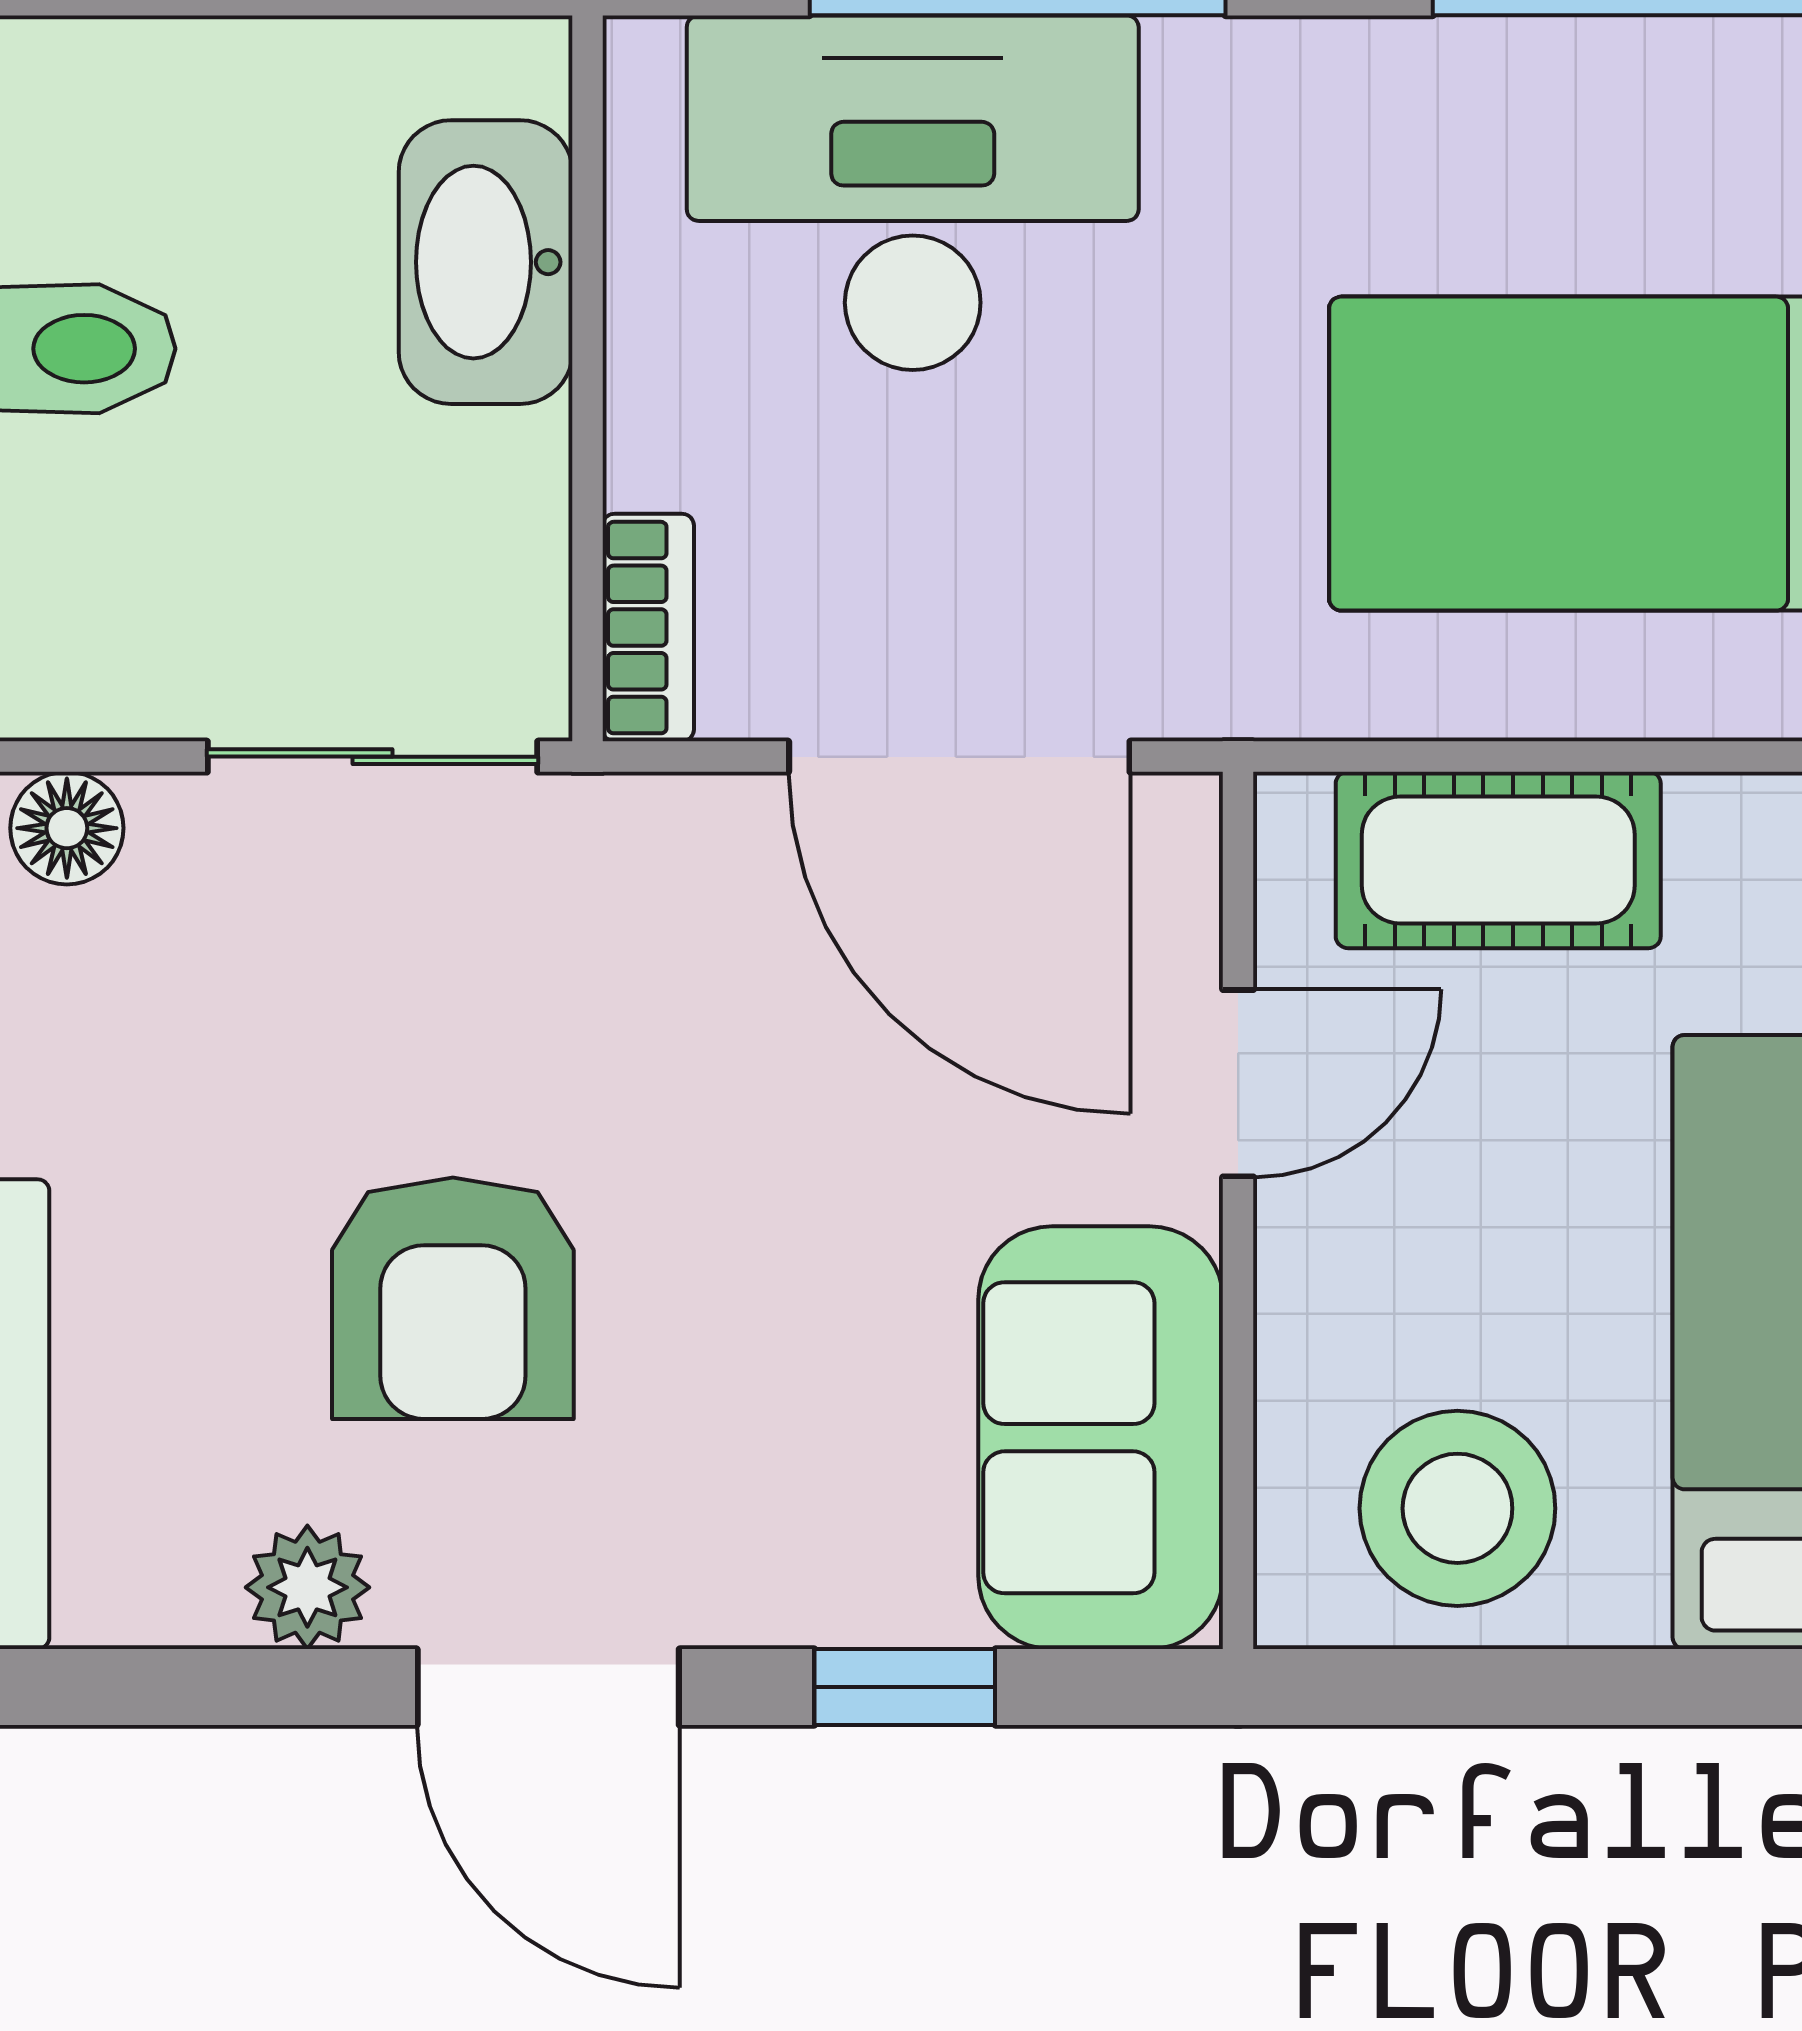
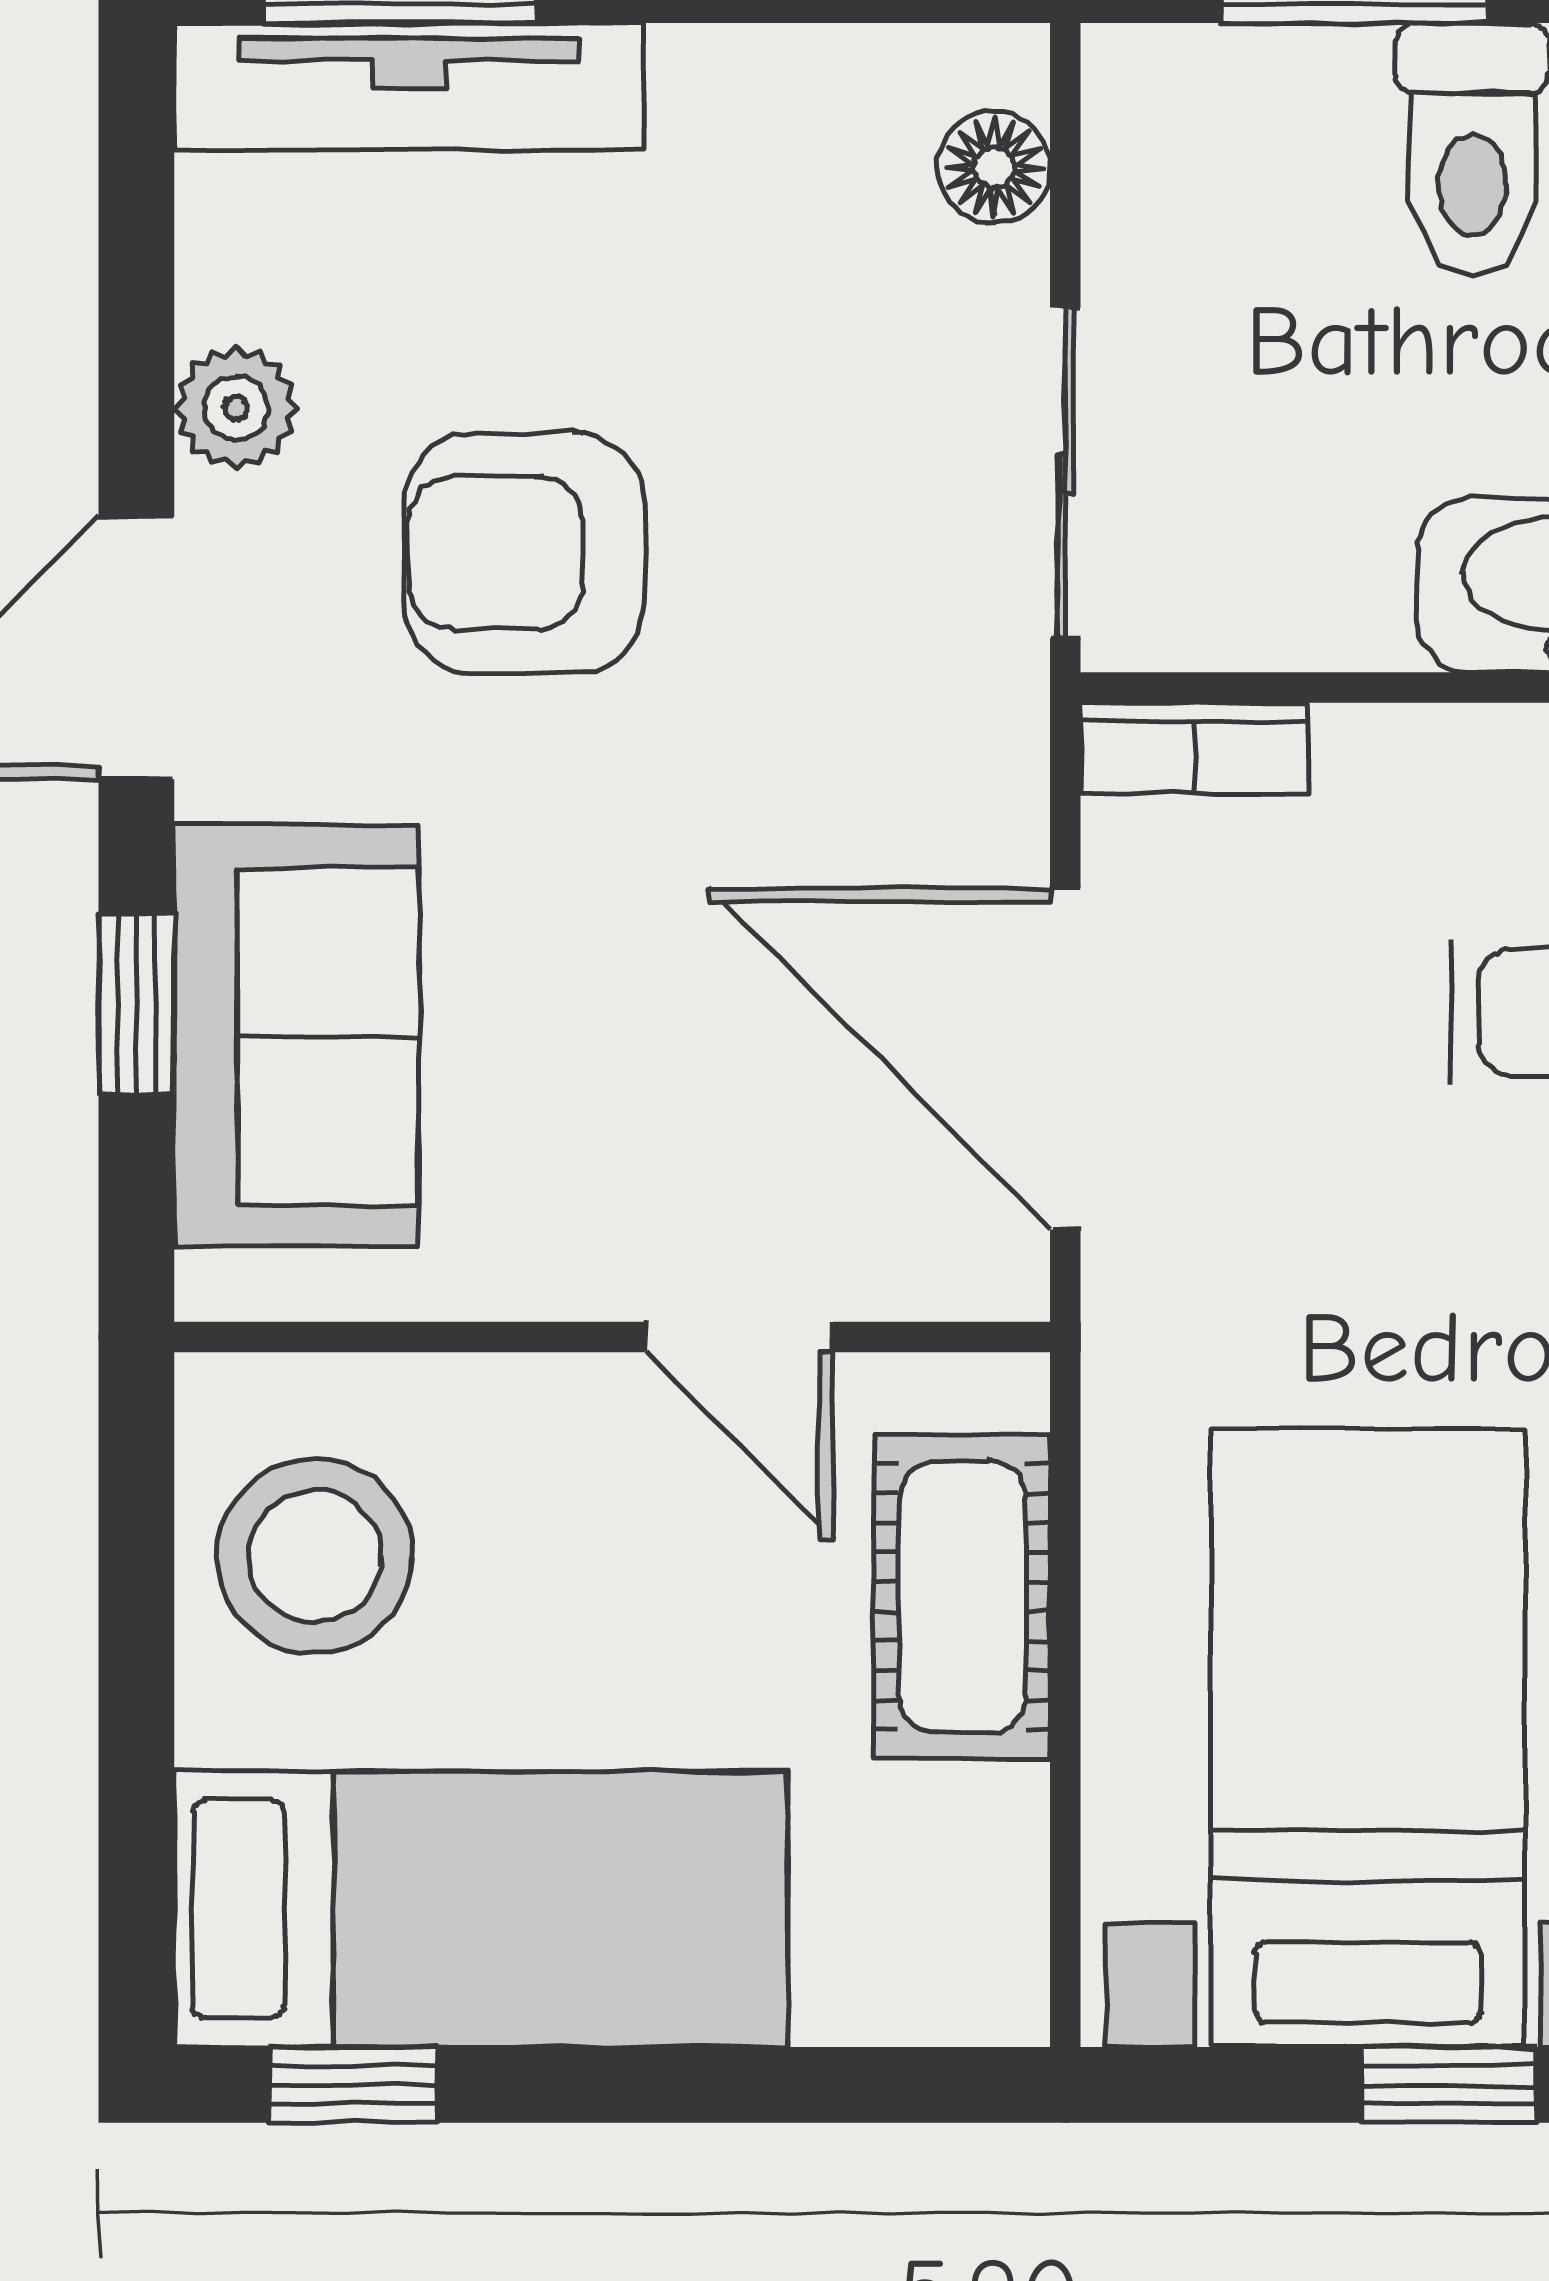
door: (959, 757) -> (1065, 1059), hinge flipped
sofa: (1101, 1438) -> (296, 1036), moved, turned 90

